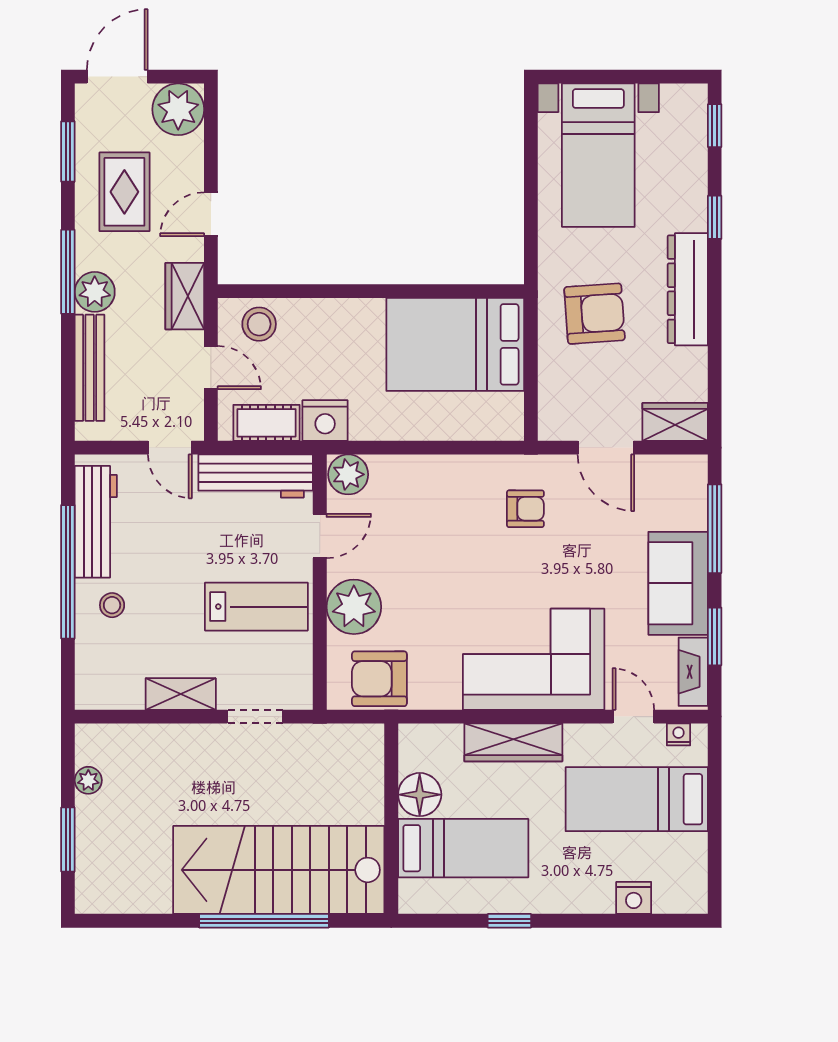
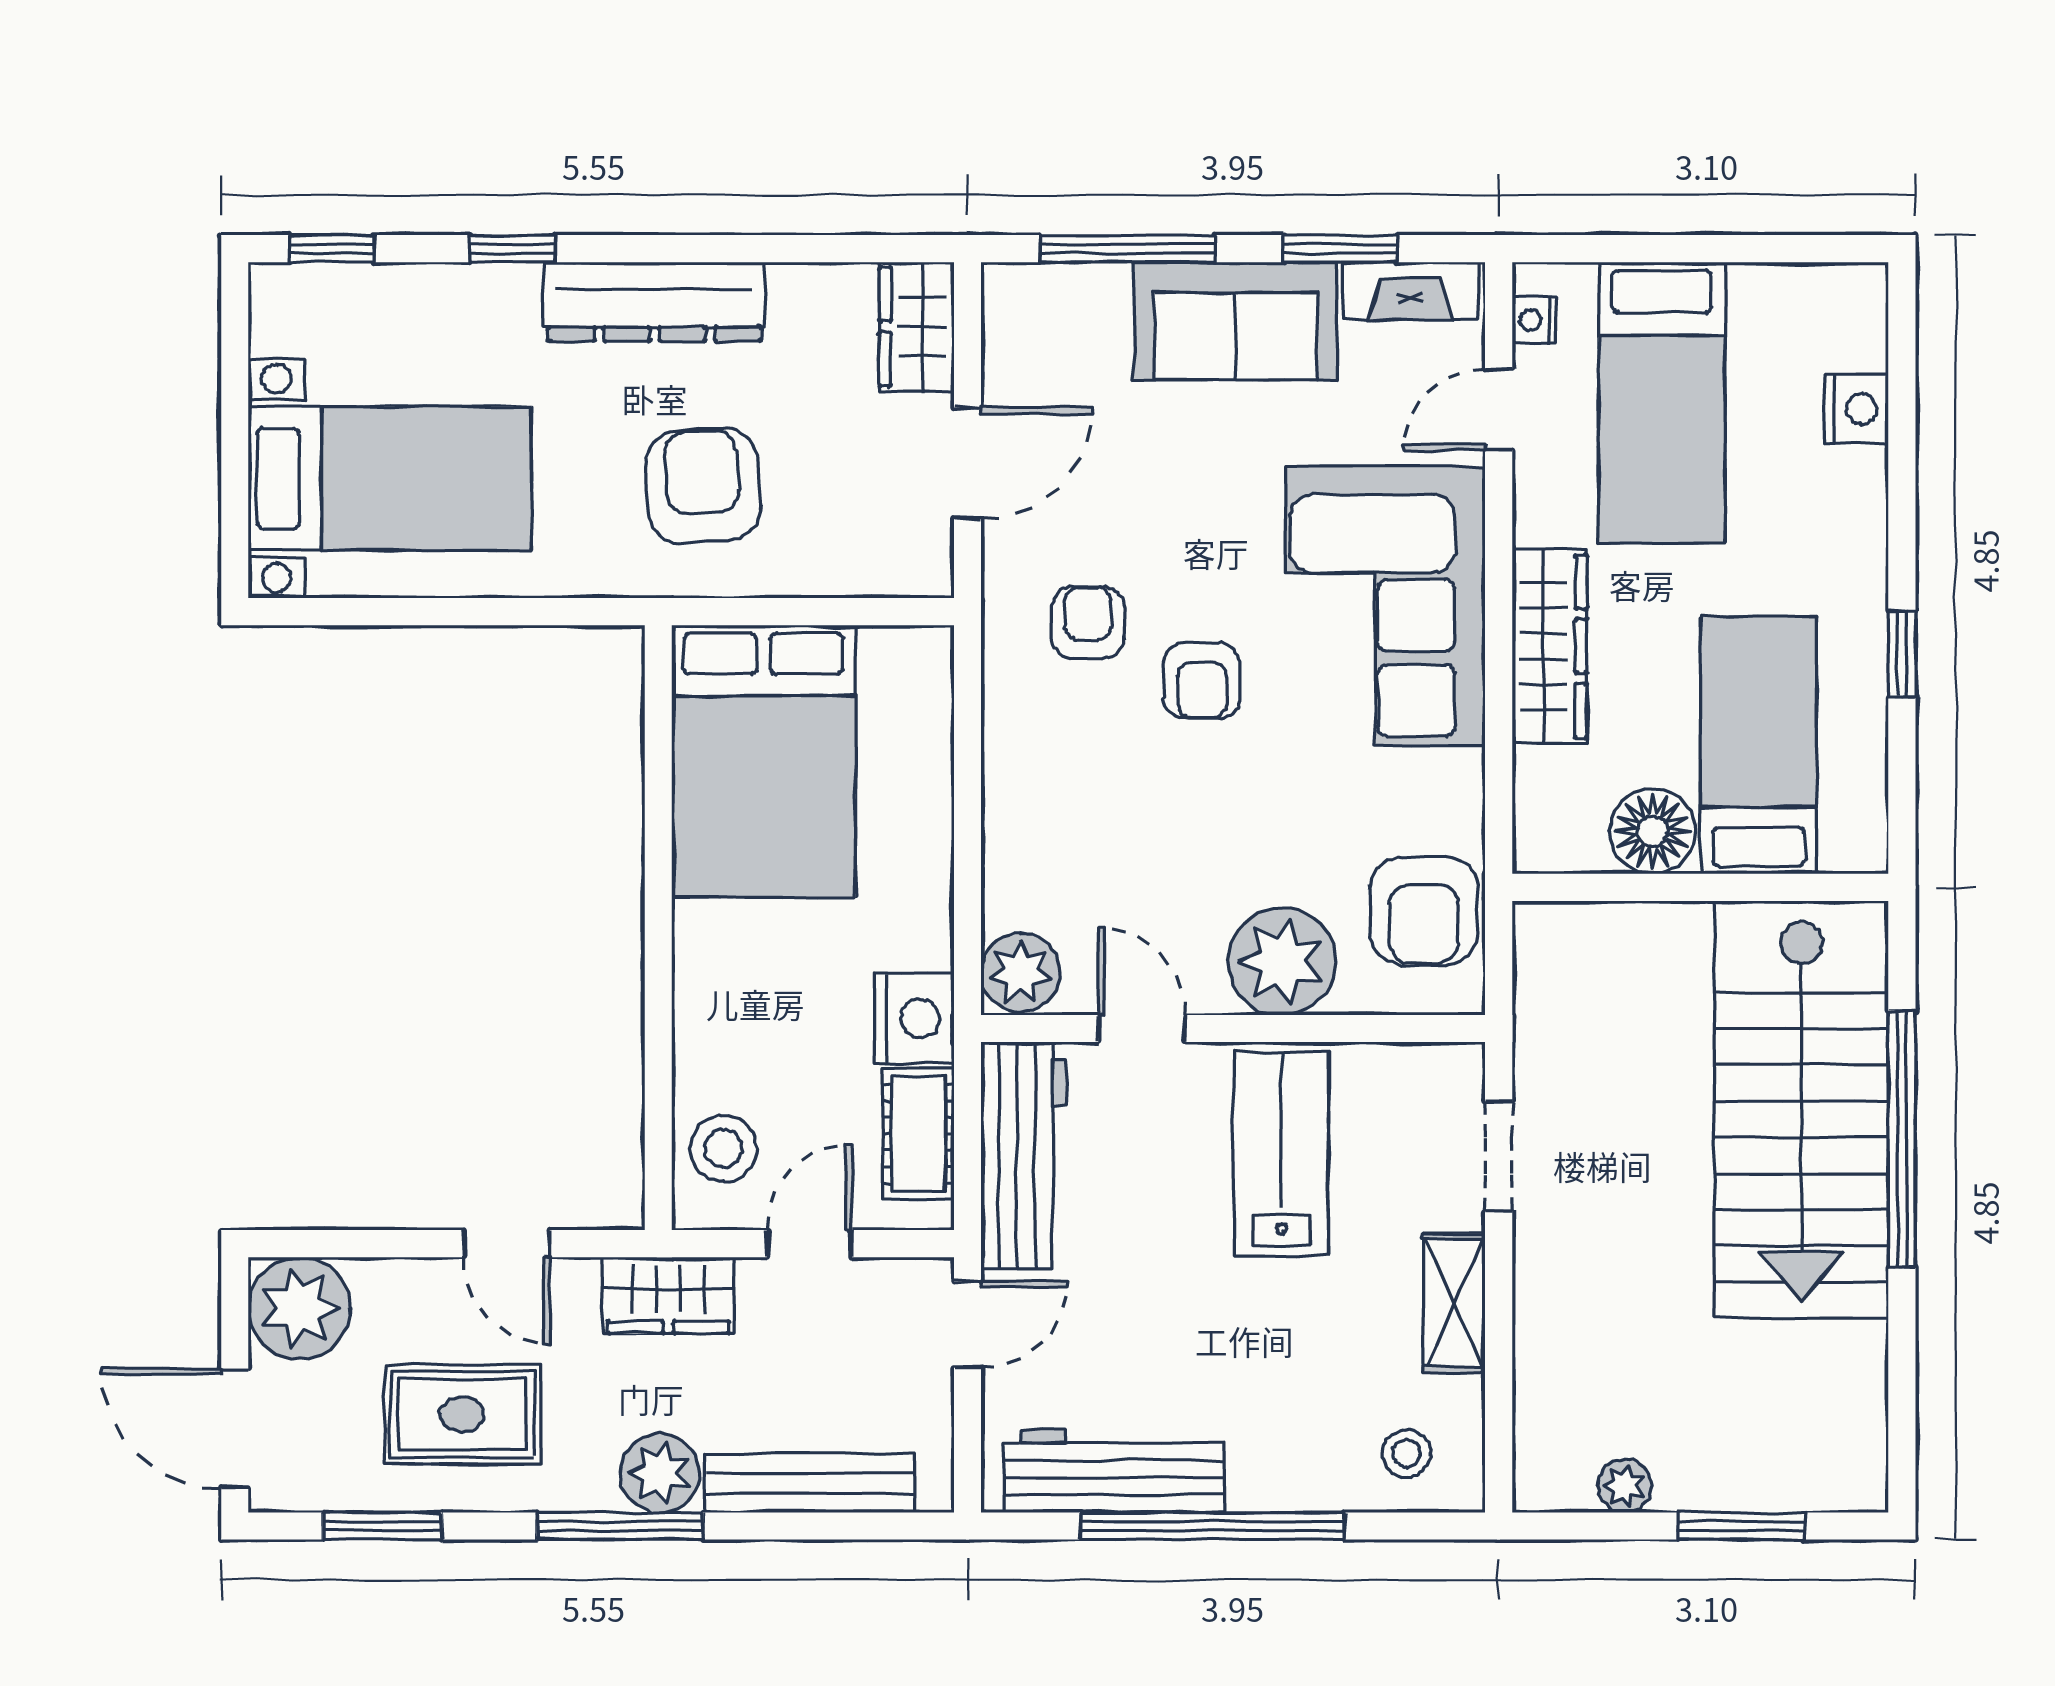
armchair: (496, 566) -> (1202, 681), added
stool: (112, 605) -> (1406, 1453), moved

